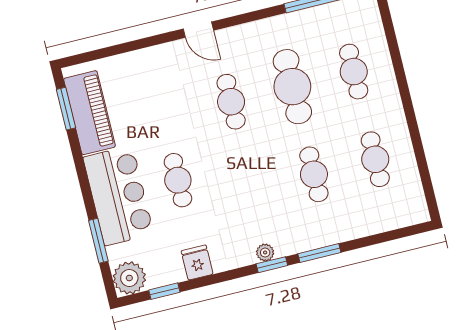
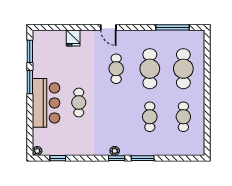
cafe table: (354, 72) -> (183, 69), width x1.37, depth x1.35
piano: (89, 113) -> (42, 56), removed
window: (98, 241) -> (30, 82), moved
fridge: (197, 263) -> (73, 38), moved, turned 180
plant: (129, 278) -> (37, 151), width x0.53, depth x0.53

